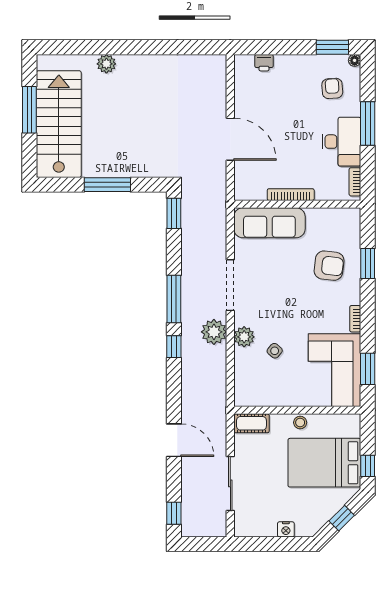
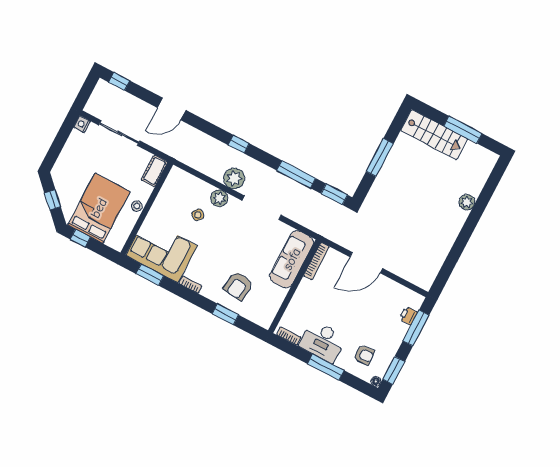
window: (273, 47) -> (416, 328), added
stairs: (59, 124) -> (434, 135), width x0.73, depth x0.66
bookcase: (291, 195) -> (316, 261), moved
window: (174, 299) -> (296, 174), moved
nightstand: (286, 529) -> (82, 124), moved

